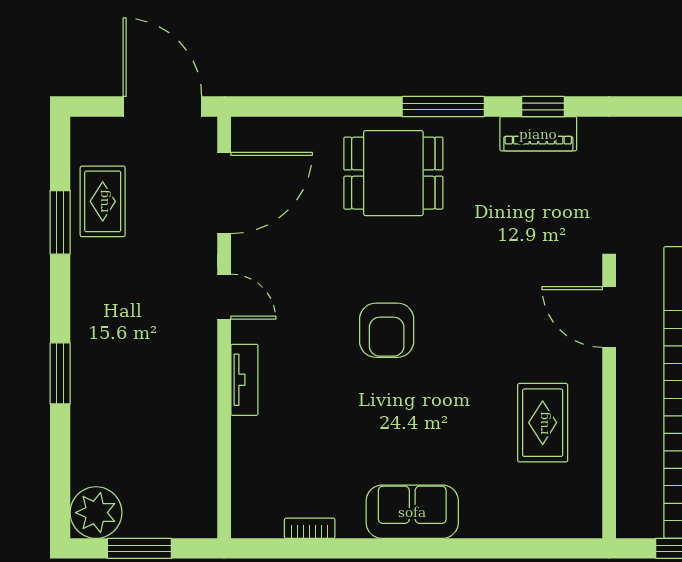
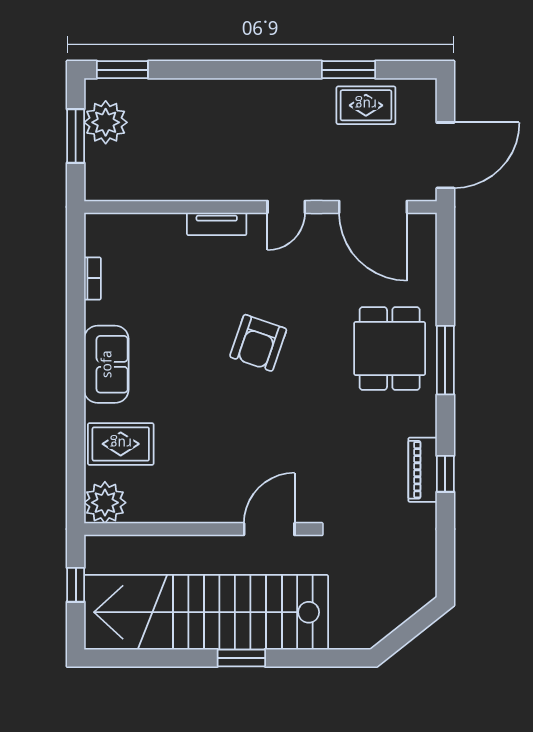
window: (443, 107) -> (445, 360), moved
armchair: (387, 330) -> (258, 343), turned -71
window: (60, 373) -> (122, 70), moved
rug: (543, 423) -> (121, 444), moved
plant: (96, 513) -> (106, 122), moved
plant: (577, 513) -> (105, 503), added

